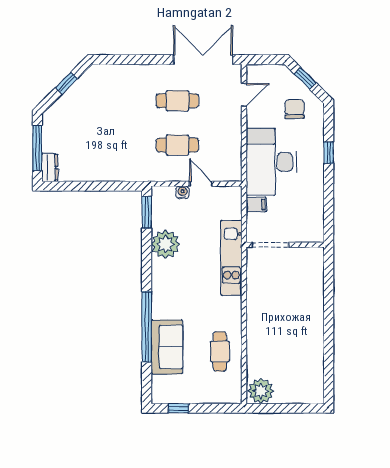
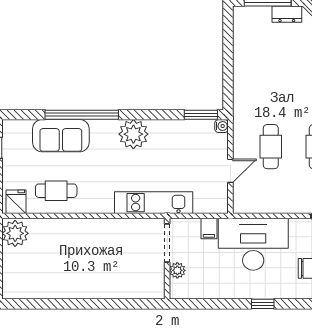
dresser: (50, 167) -> (287, 14), moved
water cooler: (182, 192) -> (222, 126), moved
plant: (296, 235) -> (177, 270), added
plant: (165, 244) -> (133, 134), moved
fridge: (230, 390) -> (16, 202), added

